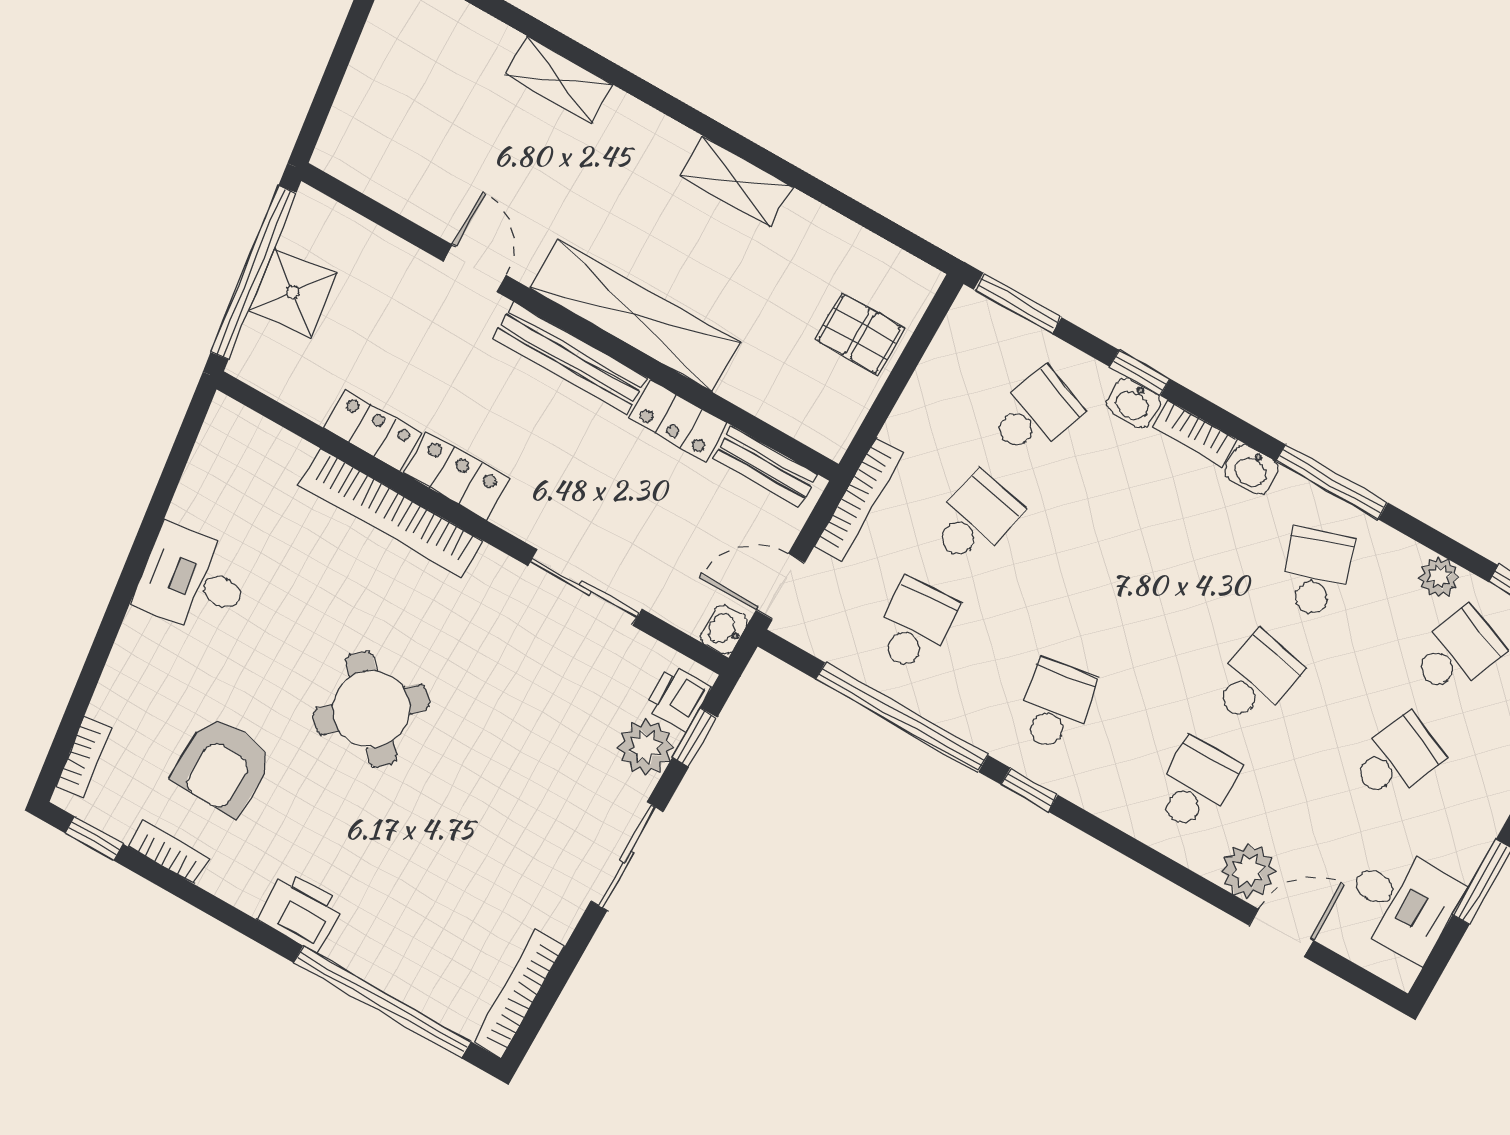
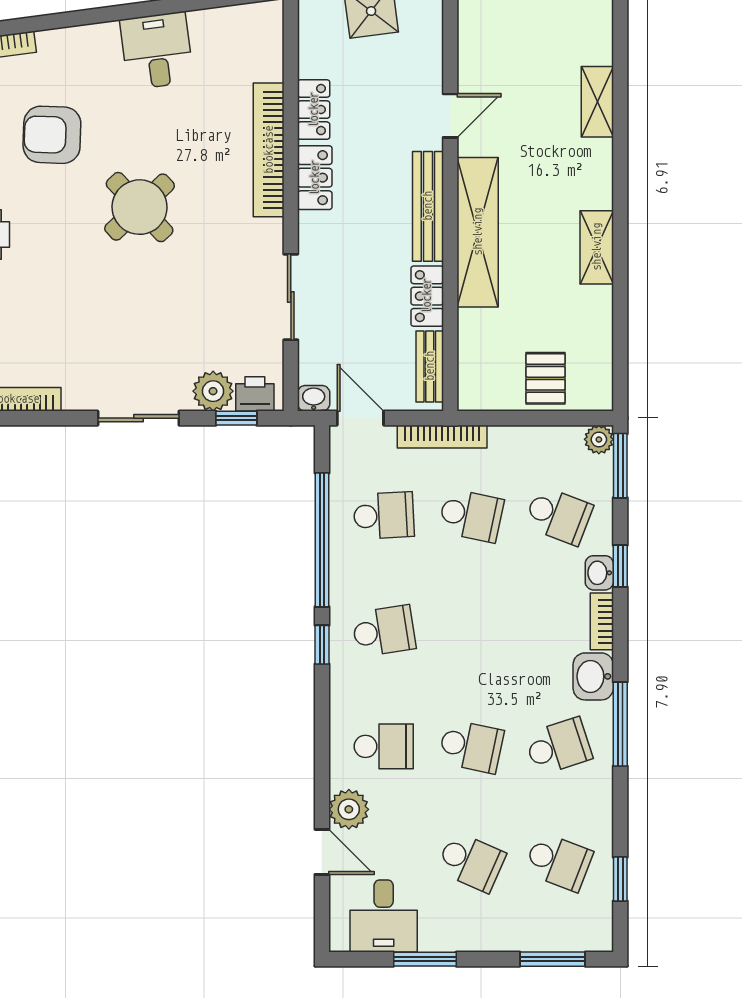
washbasin: (1252, 470) -> (593, 676), width x1.38, depth x1.45
plant: (1439, 577) -> (599, 439), moved

